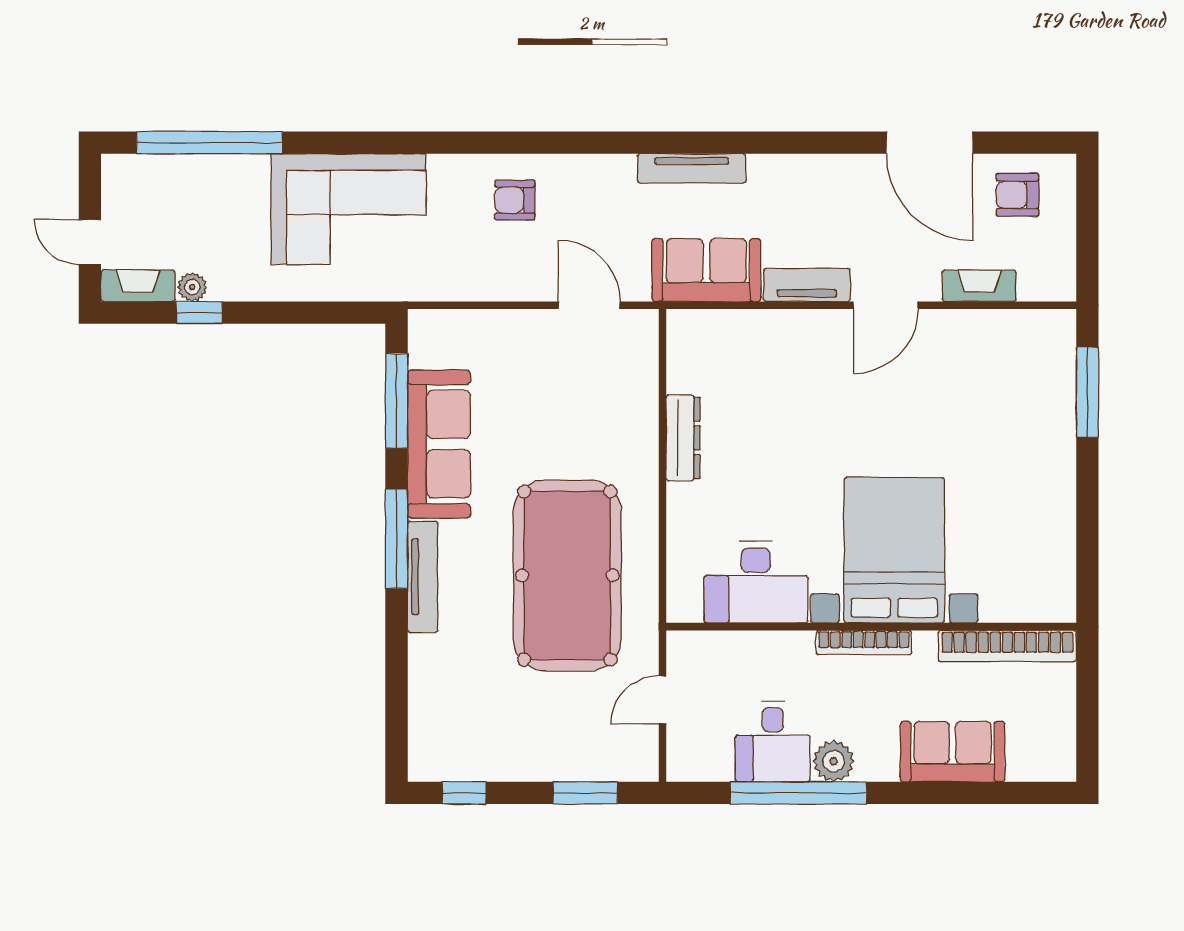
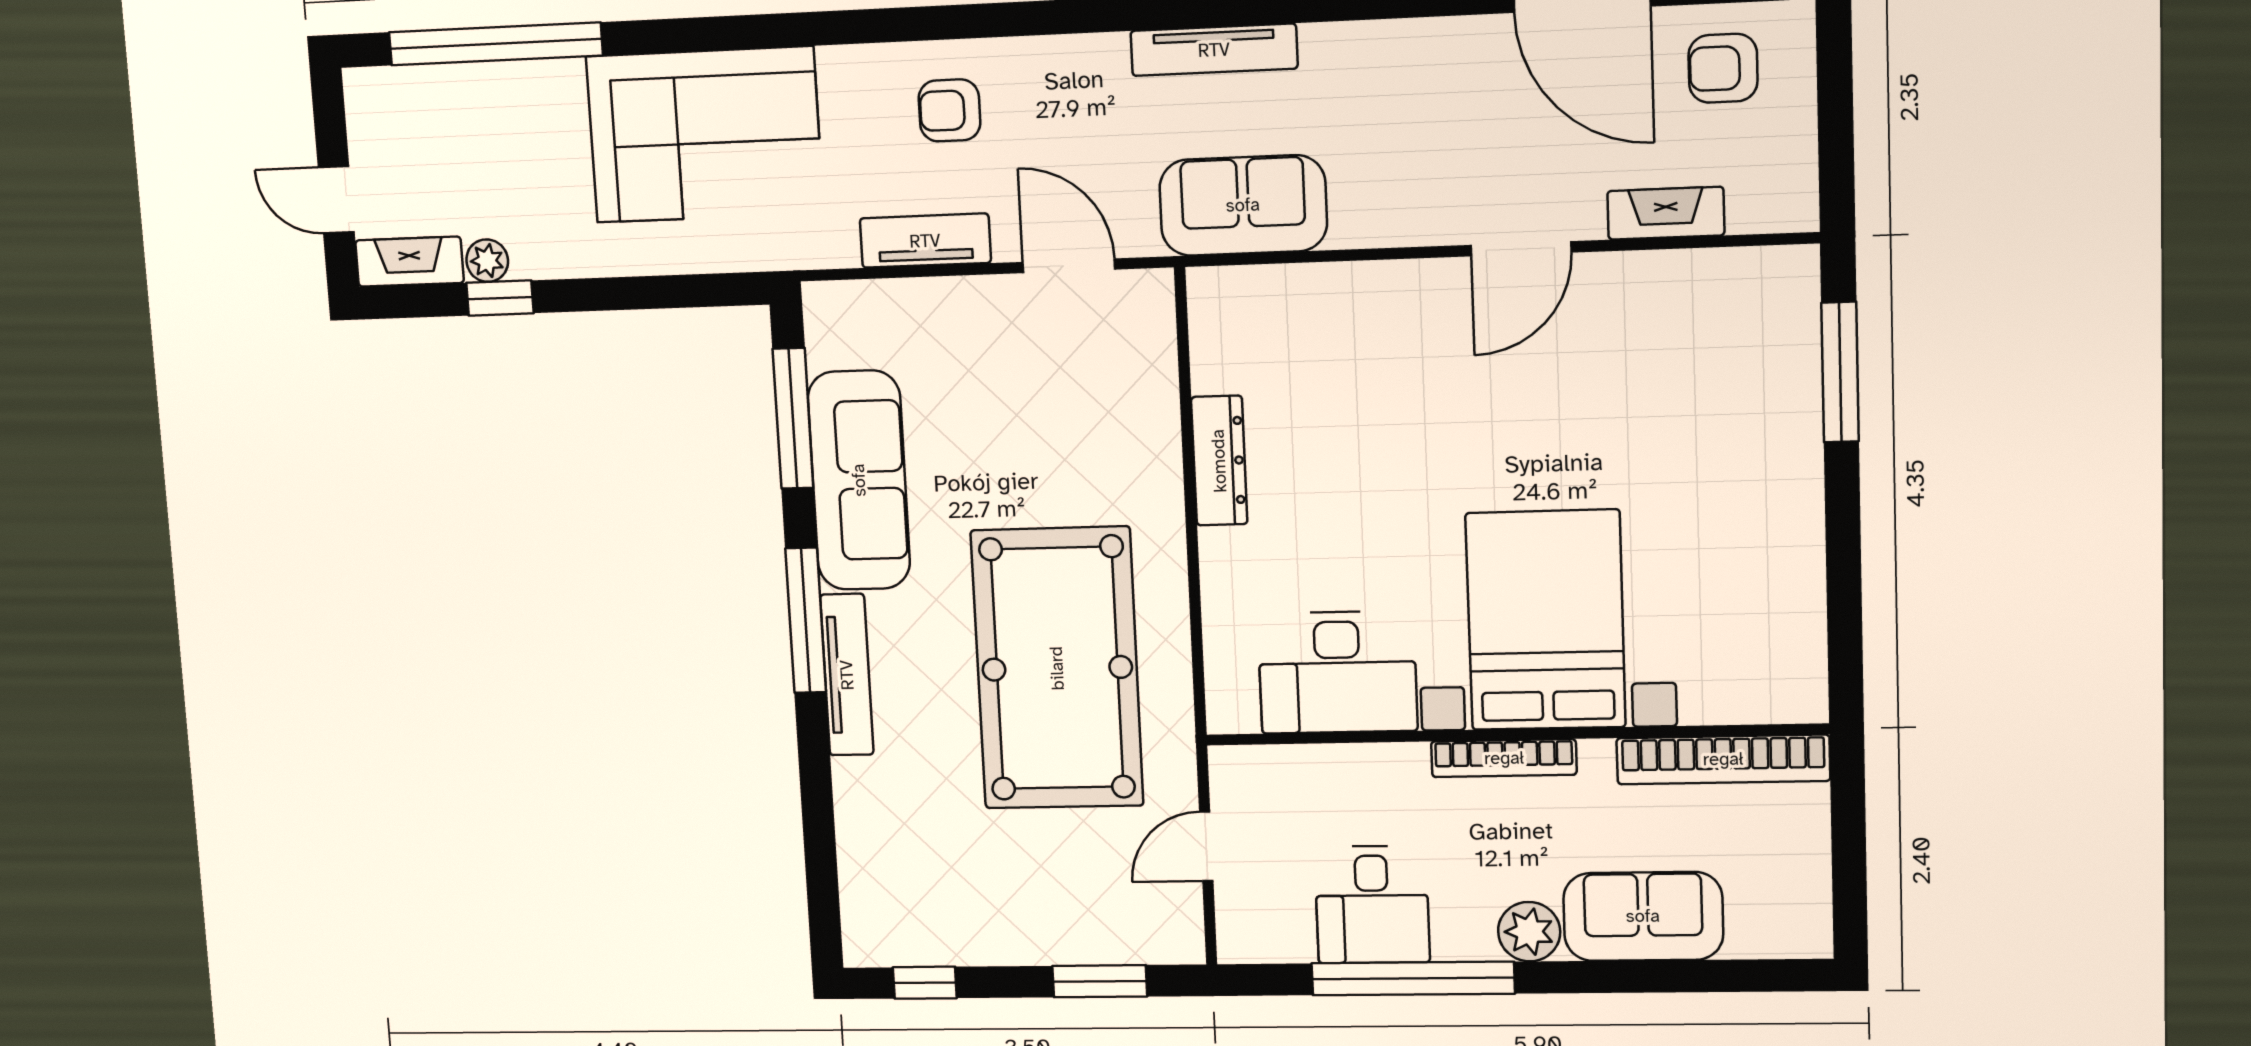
tv unit: (807, 285) -> (925, 241), moved
plant: (834, 761) -> (1529, 932), moved

